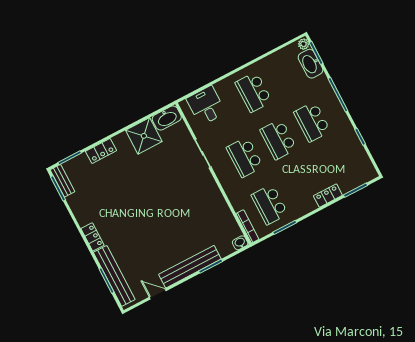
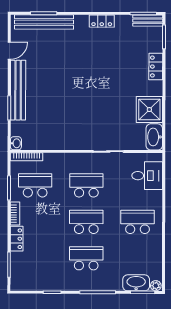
bookcase: (305, 209) -> (15, 214), added
locker: (93, 237) -> (102, 21), moved

